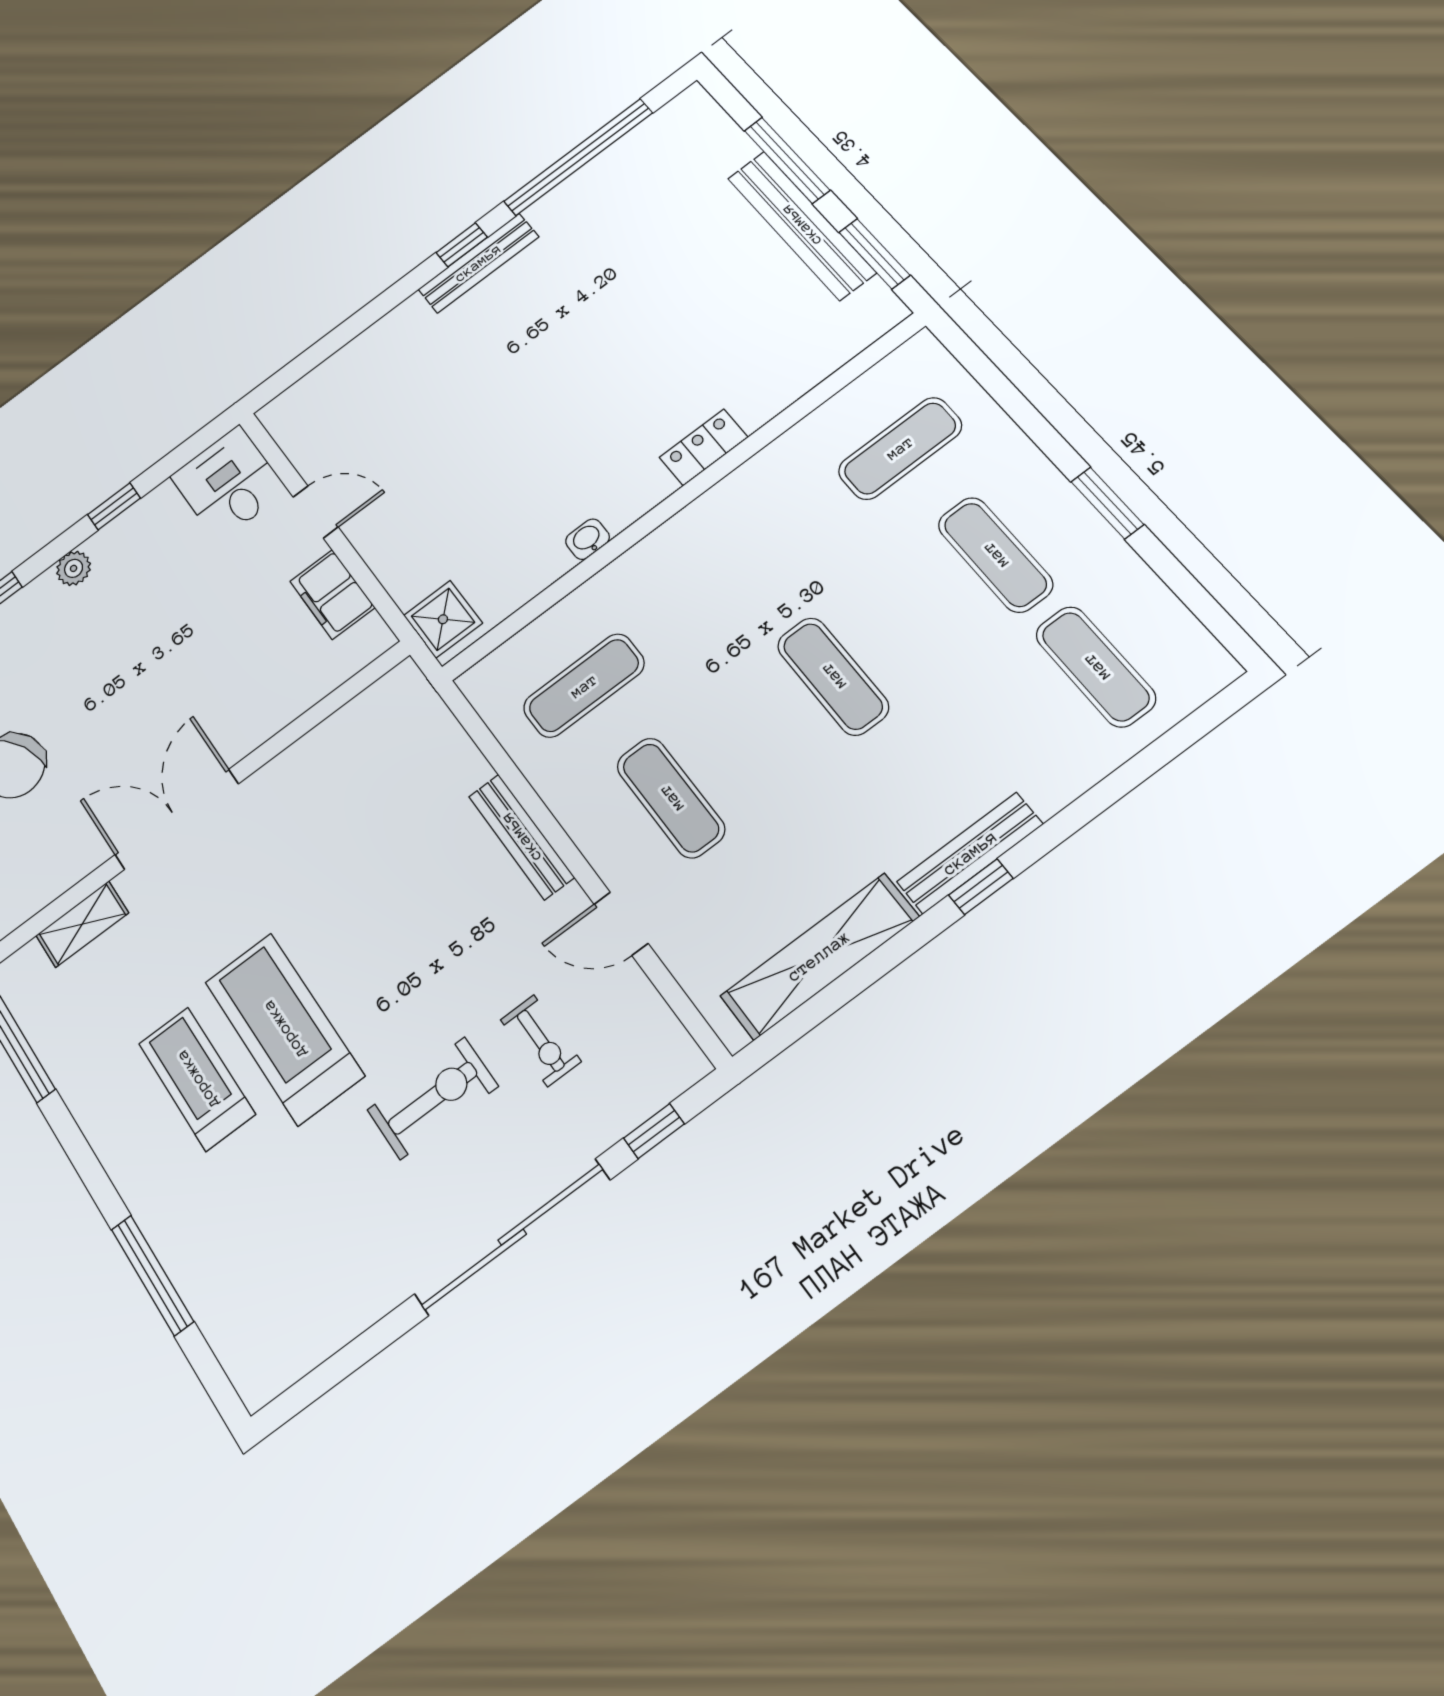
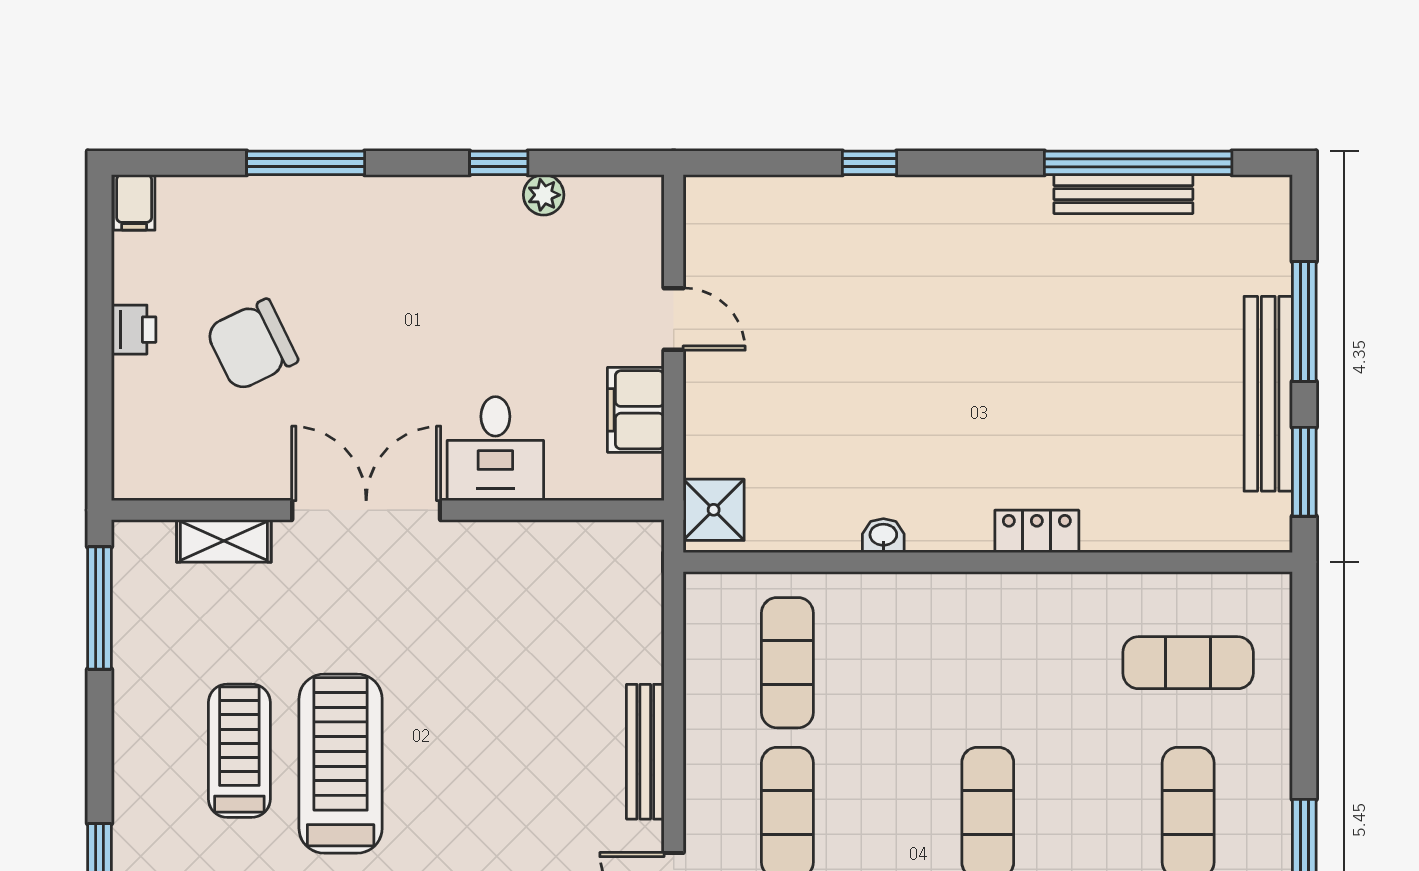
window: (462, 245) -> (870, 163), moved
bench: (478, 263) -> (1123, 194), moved
desk: (229, 483) -> (495, 449), moved, turned 180
plant: (74, 568) -> (544, 195), moved
exercise mat: (584, 686) -> (787, 663), turned 90

